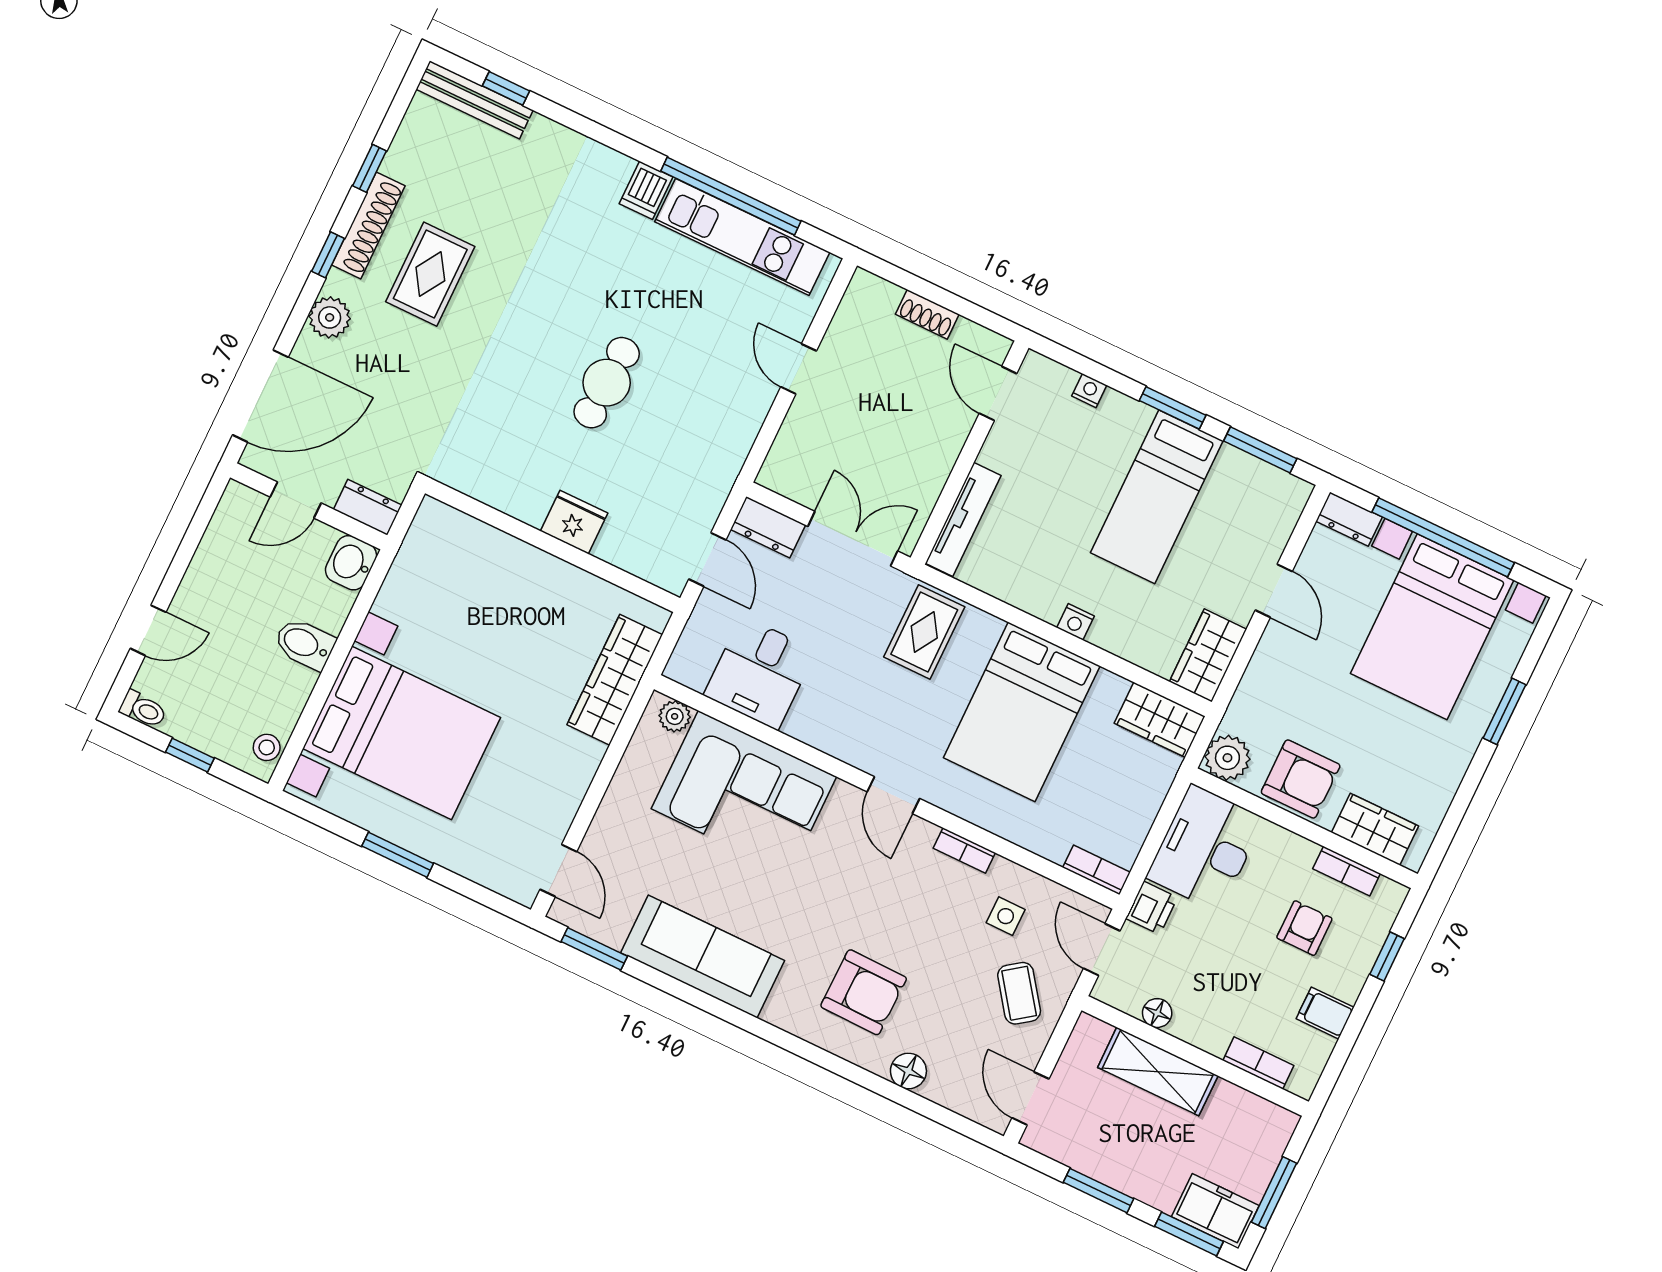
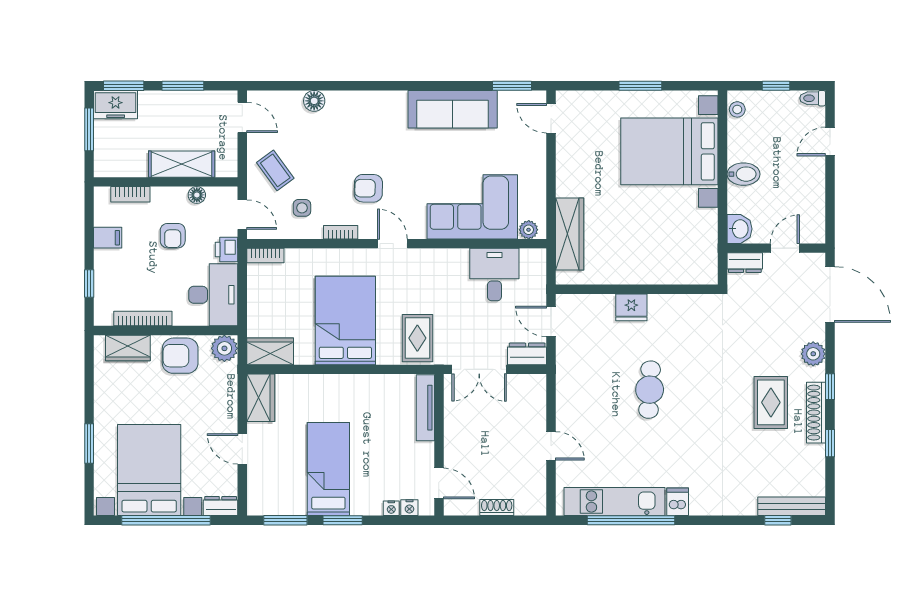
door: (260, 396) -> (830, 294), swing flipped
nightstand: (1075, 622) -> (409, 508), moved, turned 180
bookcase: (1347, 871) -> (143, 318), width x1.56
armchair: (1304, 928) -> (173, 236), moved
armchair: (864, 992) -> (368, 188), moved, width x0.72, depth x0.72

